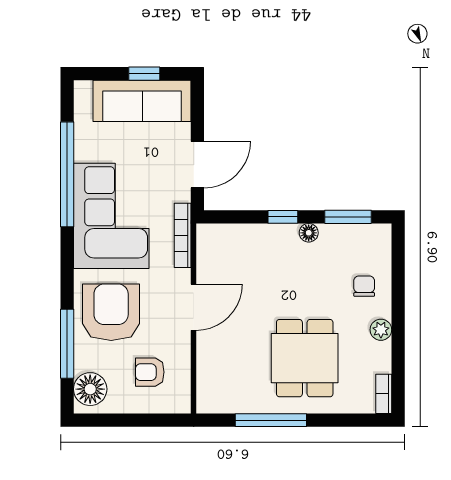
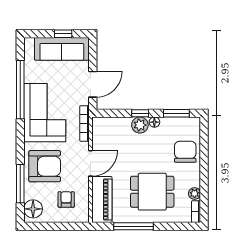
plant: (283, 238) -> (140, 125), added
chair: (364, 286) -> (185, 152), width x1.87, depth x1.87
armchair: (111, 312) -> (45, 166), turned 90
plant: (381, 330) -> (195, 193), moved
dining table: (305, 358) -> (152, 192), turned 90
armchair: (150, 372) -> (66, 199), turned 90
piano: (214, 372) -> (102, 199), added

